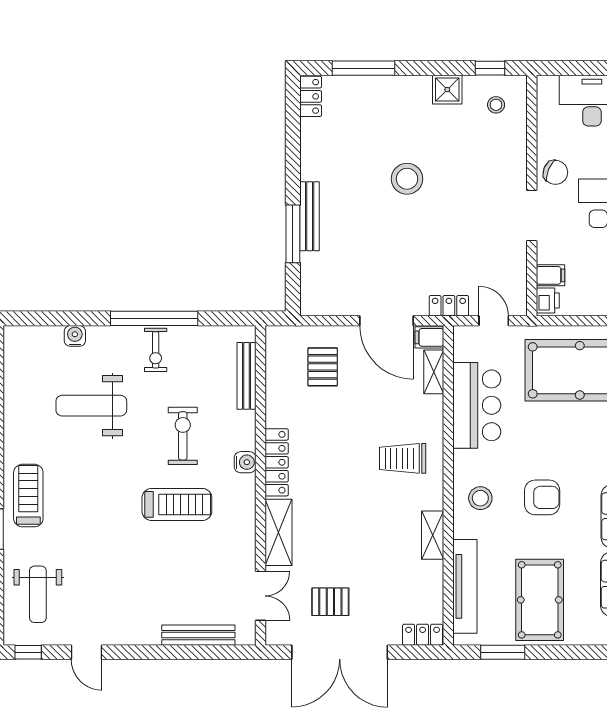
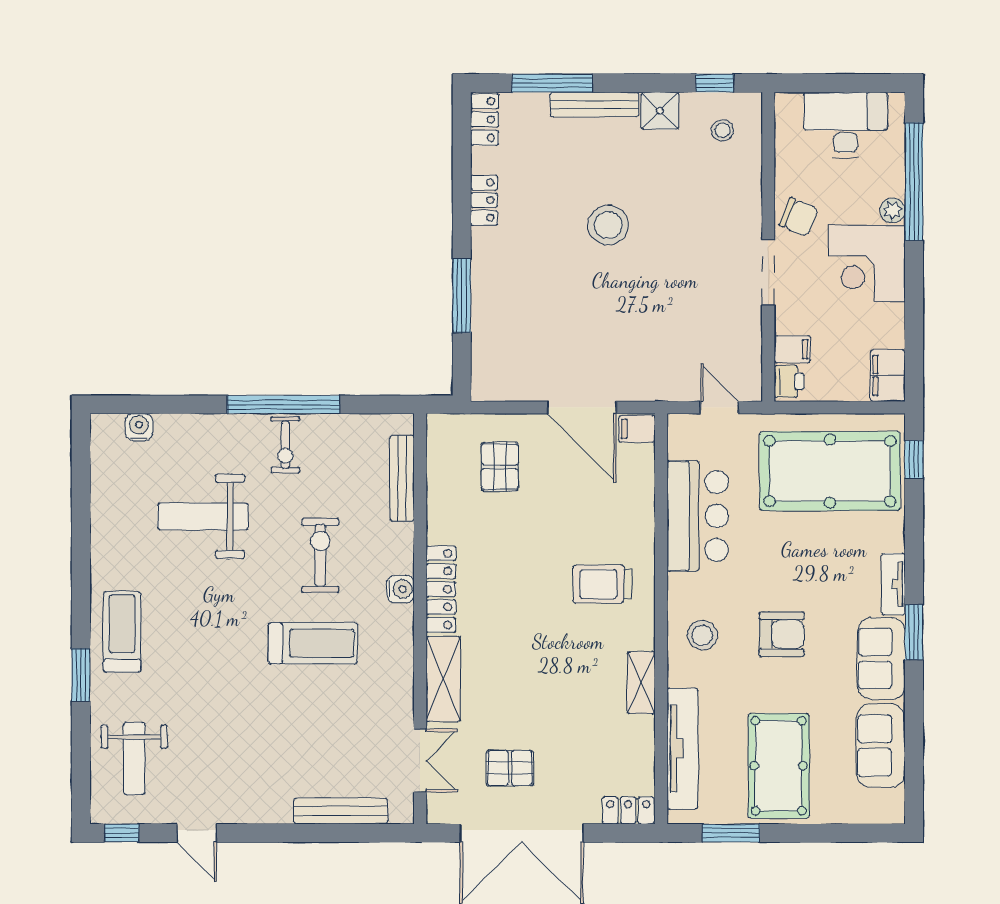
bench: (310, 216) -> (594, 104), moved, turned 90
locker: (449, 306) -> (484, 200), moved, turned 90
water cooler: (75, 336) -> (139, 427), moved
shelving: (434, 372) -> (642, 473), removed

